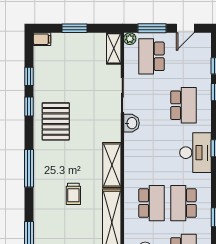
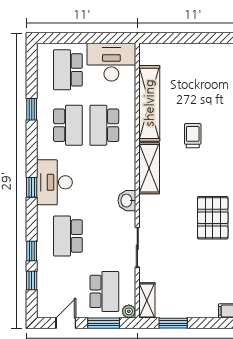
window: (74, 28) -> (173, 323), moved
washbasin: (131, 123) -> (127, 201), moved

